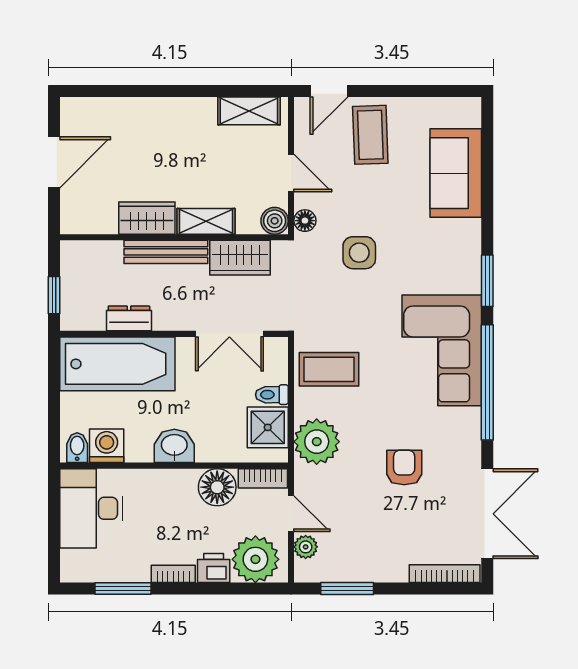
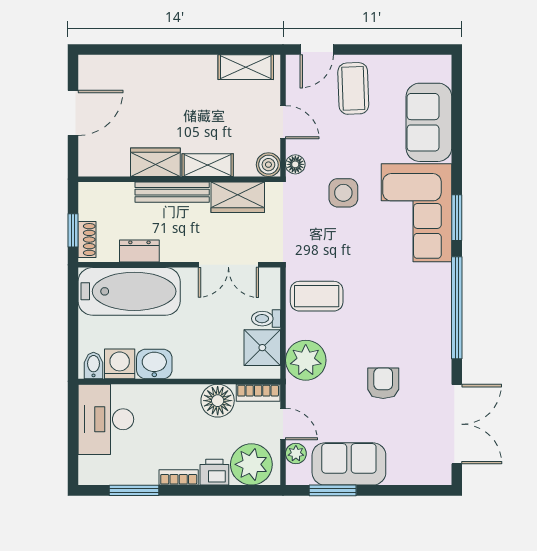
shoe rack: (70, 305) -> (87, 240), added
corner sofa: (442, 350) -> (417, 213), moved
washbasin: (174, 446) -> (154, 364), moved
sofa: (365, 559) -> (349, 464), added
bookcase: (445, 574) -> (419, 477), removed

